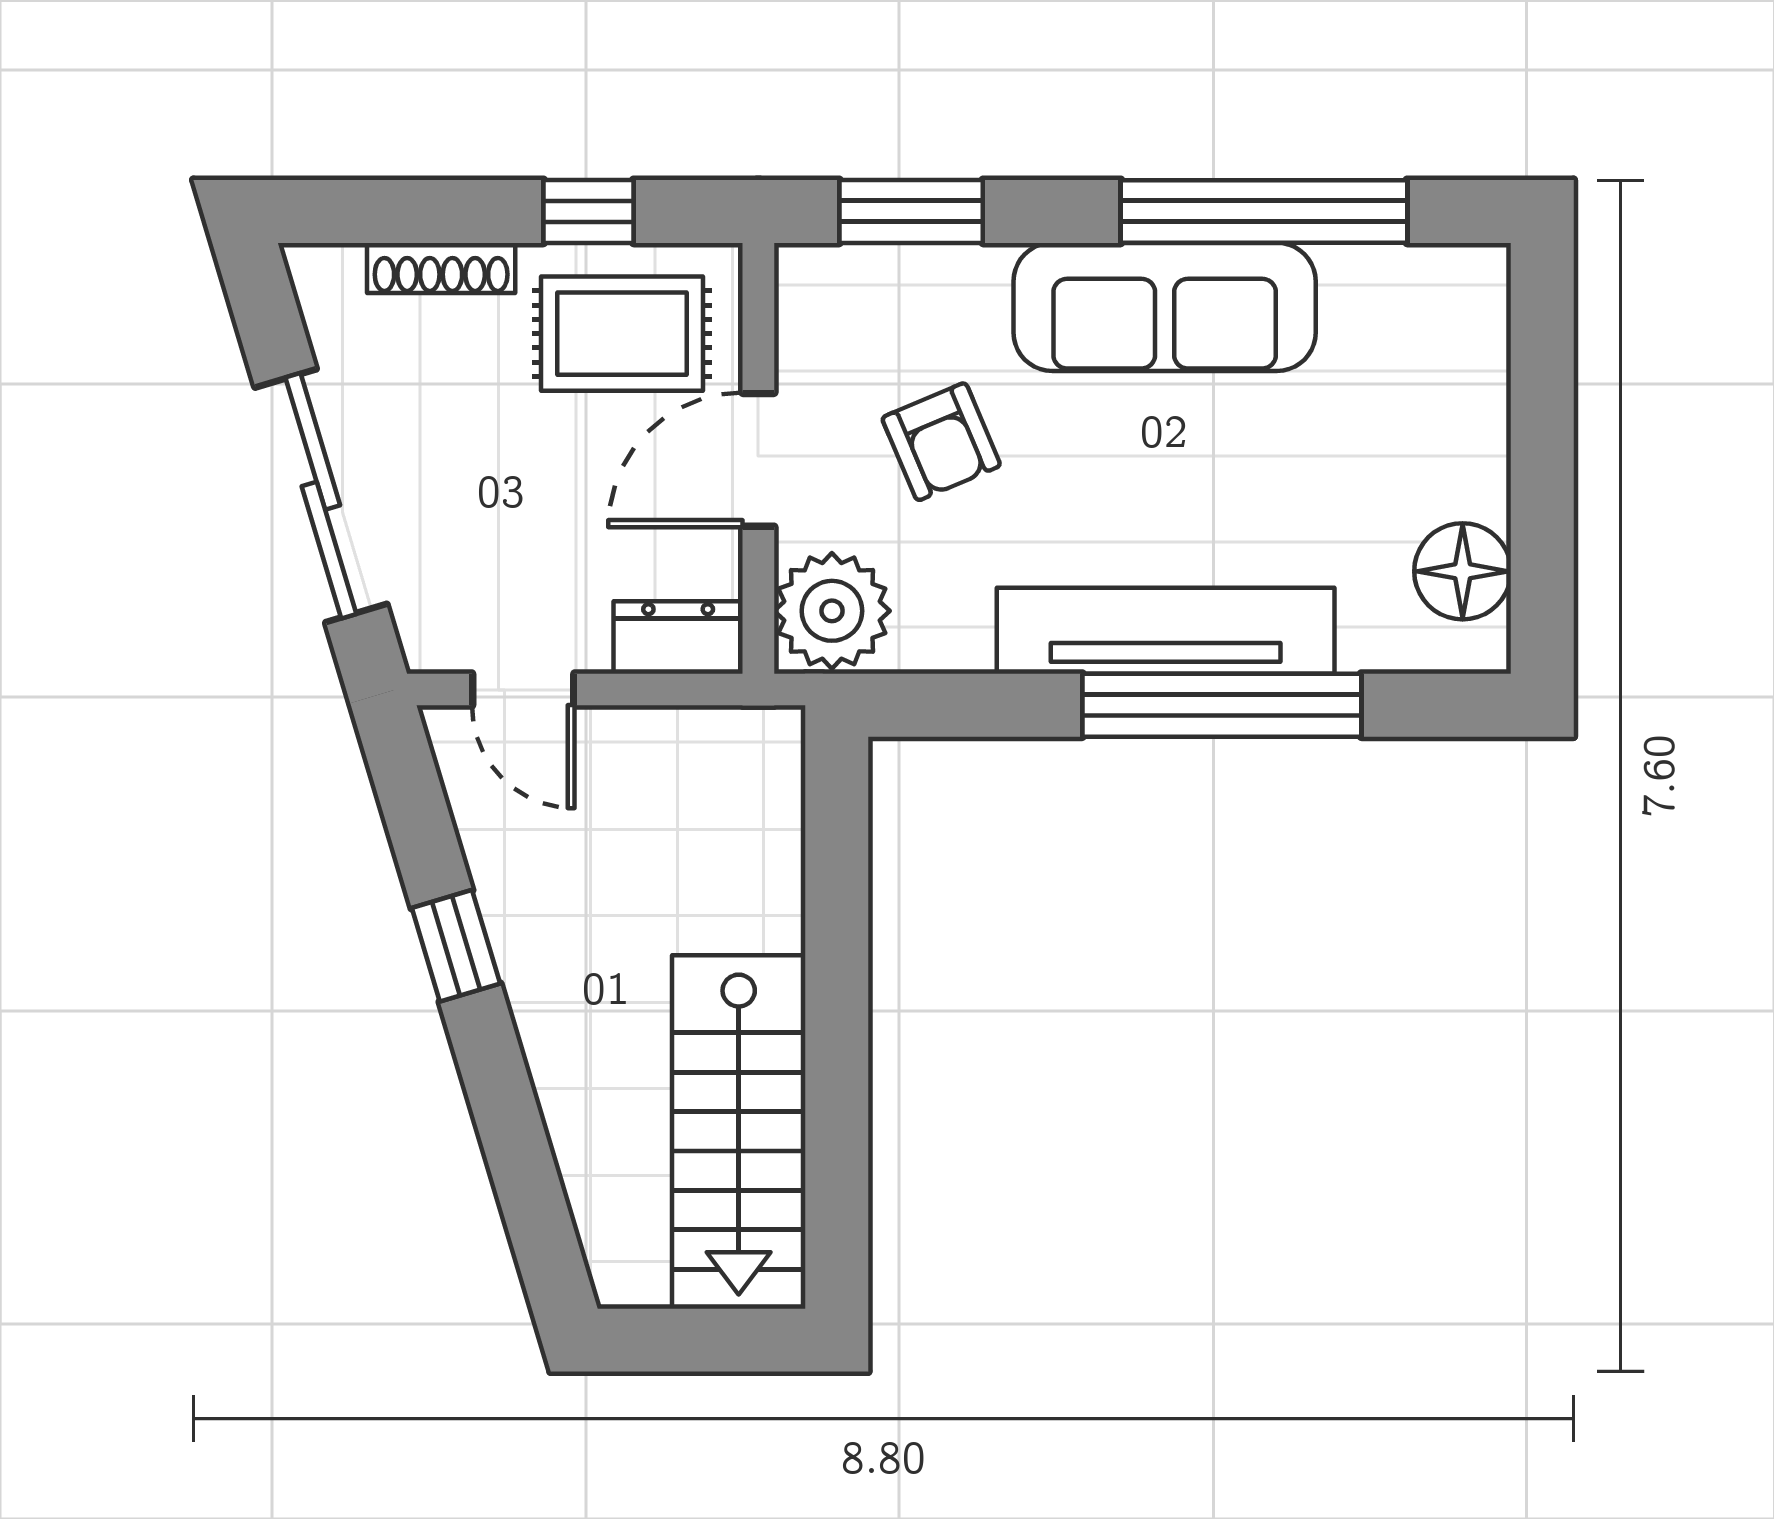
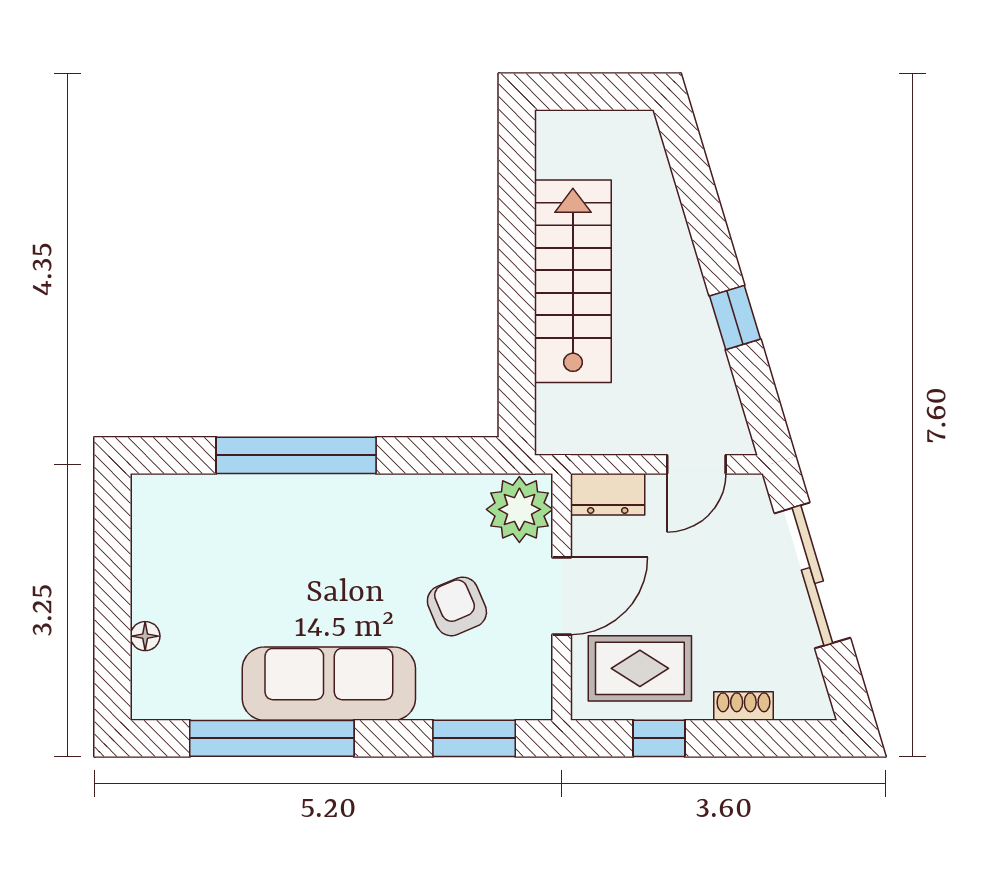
shoe rack: (441, 268) -> (743, 706), width x0.70
floor lamp: (1463, 571) -> (145, 636), moved, width x0.53, depth x0.53
tv unit: (1166, 631) -> (328, 498), removed
door: (523, 690) -> (696, 464), swing flipped
stairs: (739, 1132) -> (573, 281), moved

